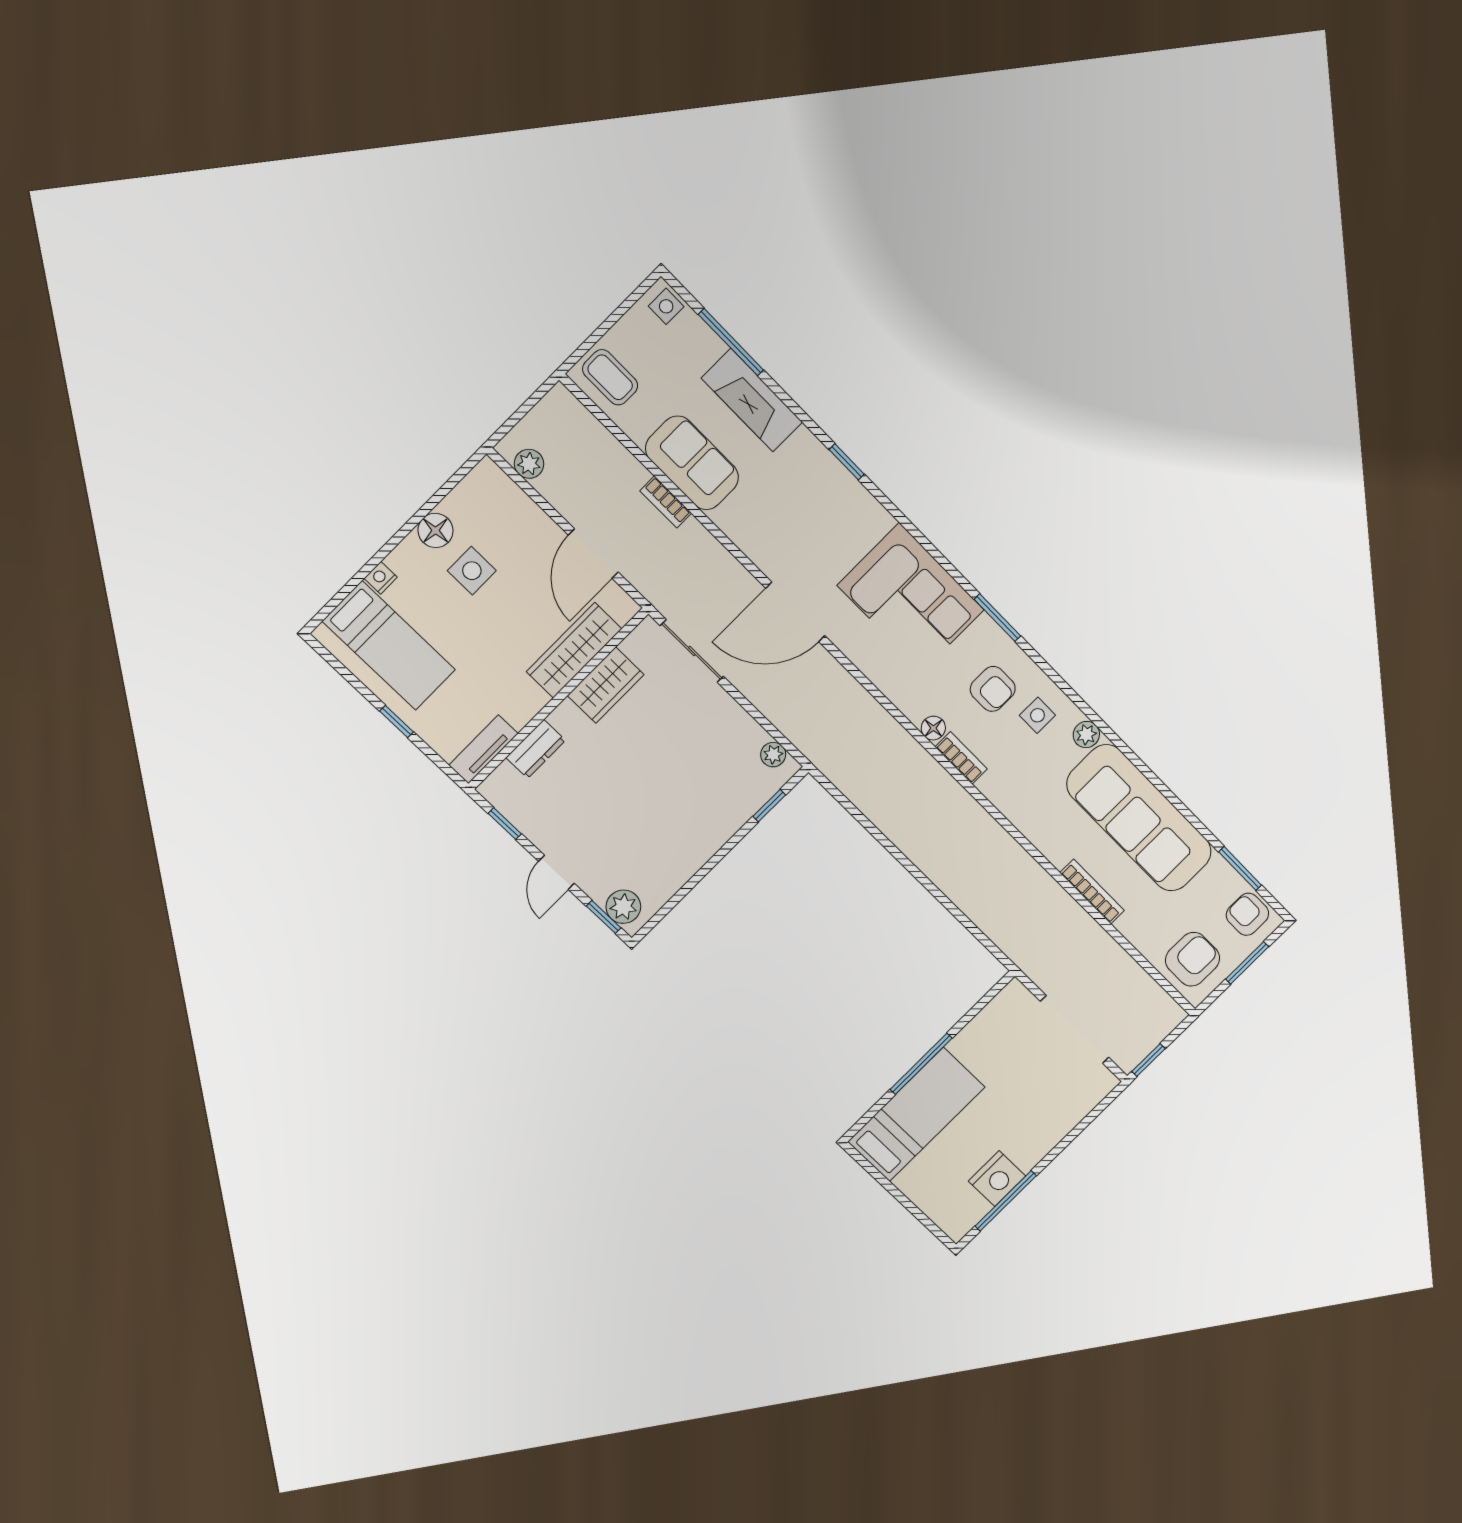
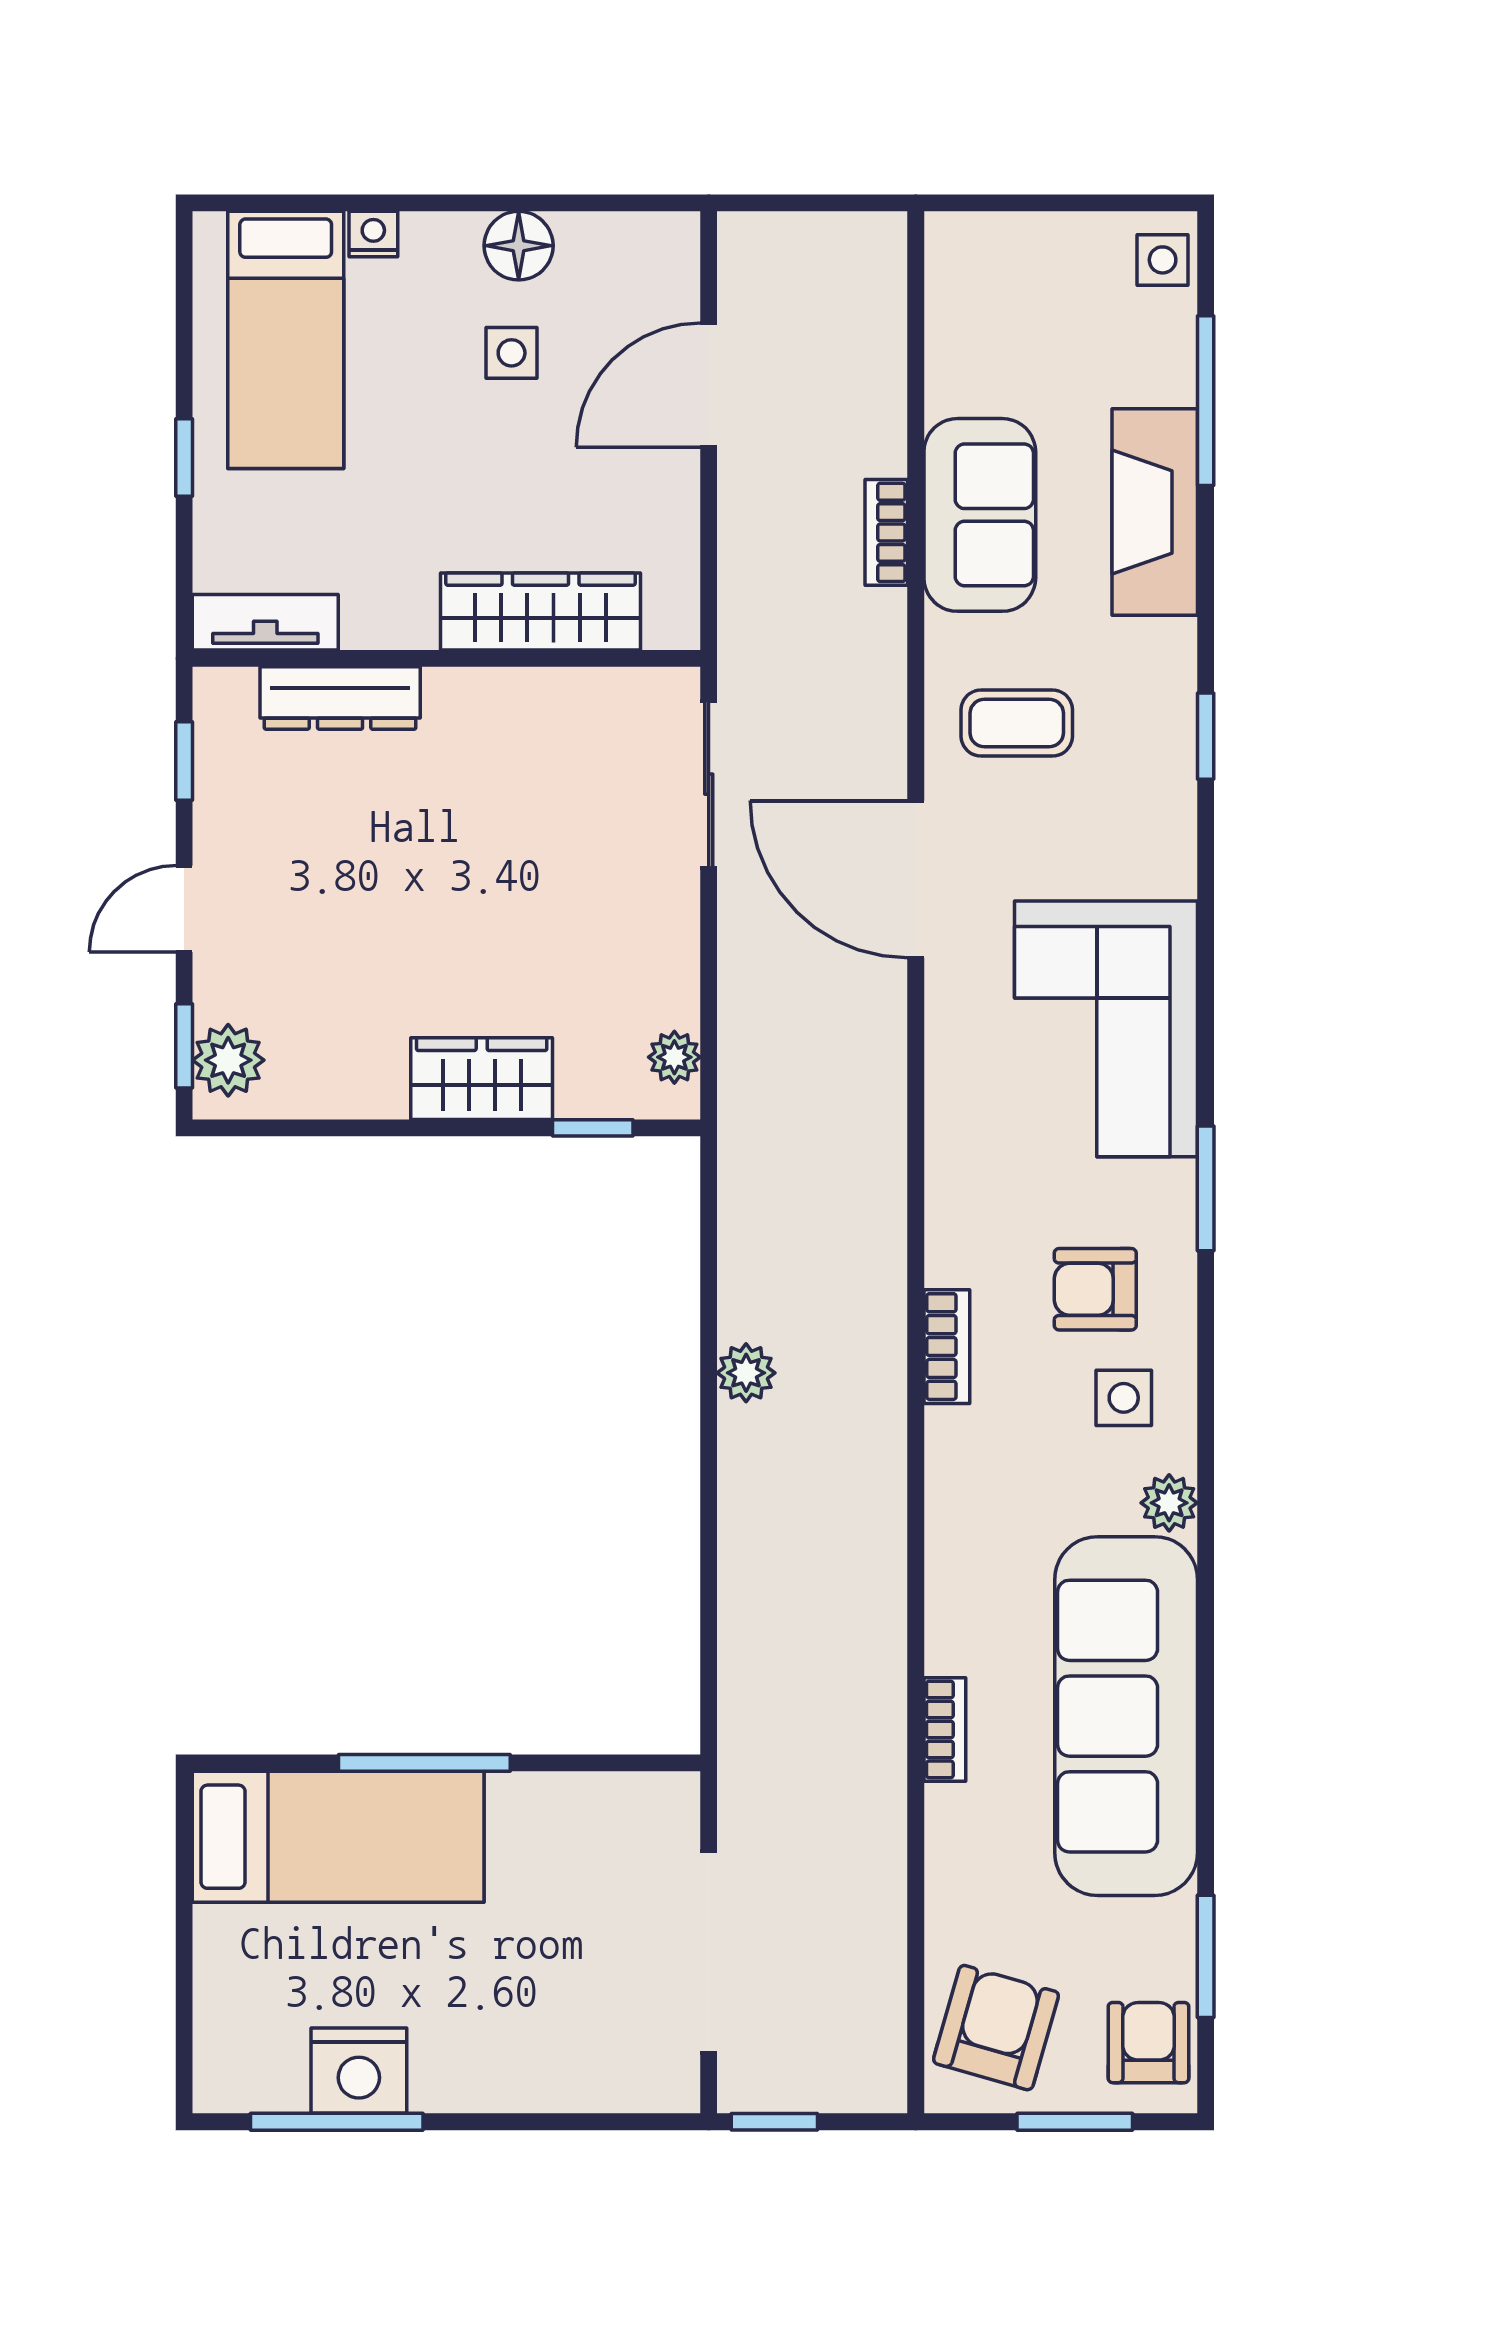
coffee table: (610, 377) -> (1017, 723), moved, turned 90
plant: (529, 464) -> (746, 1373), moved
door: (593, 554) -> (709, 385), moved
side table: (472, 571) -> (512, 353), width x0.73, depth x0.73
wardrobe: (606, 685) -> (482, 1079), moved, turned 180
armchair: (993, 689) -> (1095, 1289), turned 90
floor lamp: (933, 728) -> (949, 1259), removed
dresser: (536, 749) -> (340, 698), width x1.44
bookcase: (1092, 892) -> (945, 1729), width x0.64
armchair: (1193, 959) -> (996, 2028), turned -74

